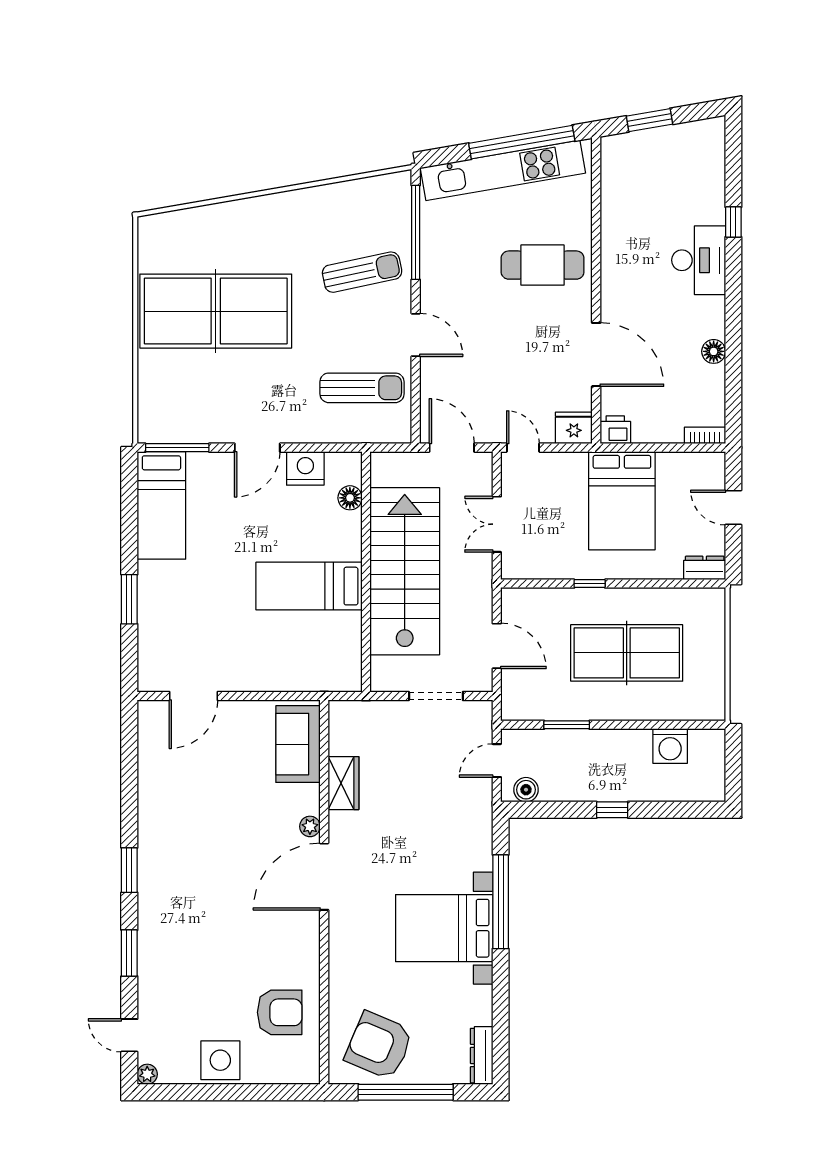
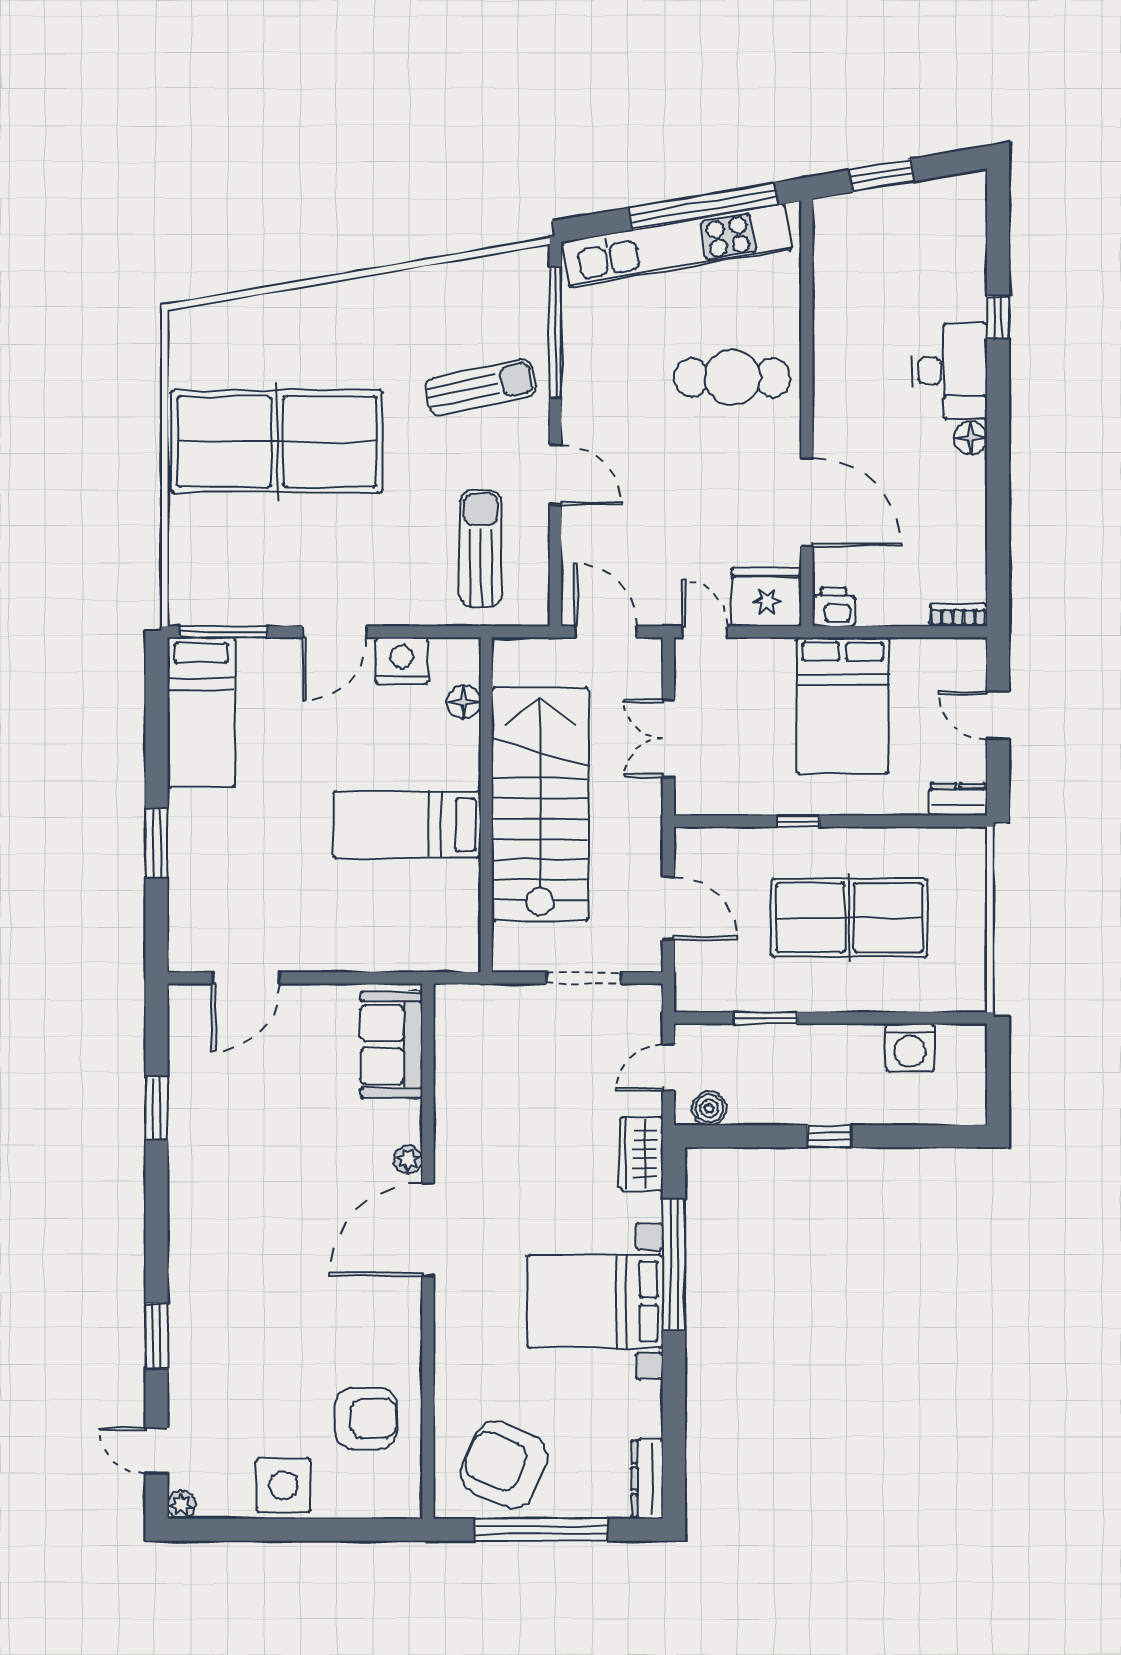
floor lamp: (714, 351) -> (971, 438), moved
sun lounger: (362, 388) -> (481, 549), turned -90
fridge: (574, 428) -> (767, 597), width x1.36, depth x1.34
wardrobe: (343, 783) -> (641, 1154), moved, turned 180
window: (129, 870) -> (157, 1108), moved

